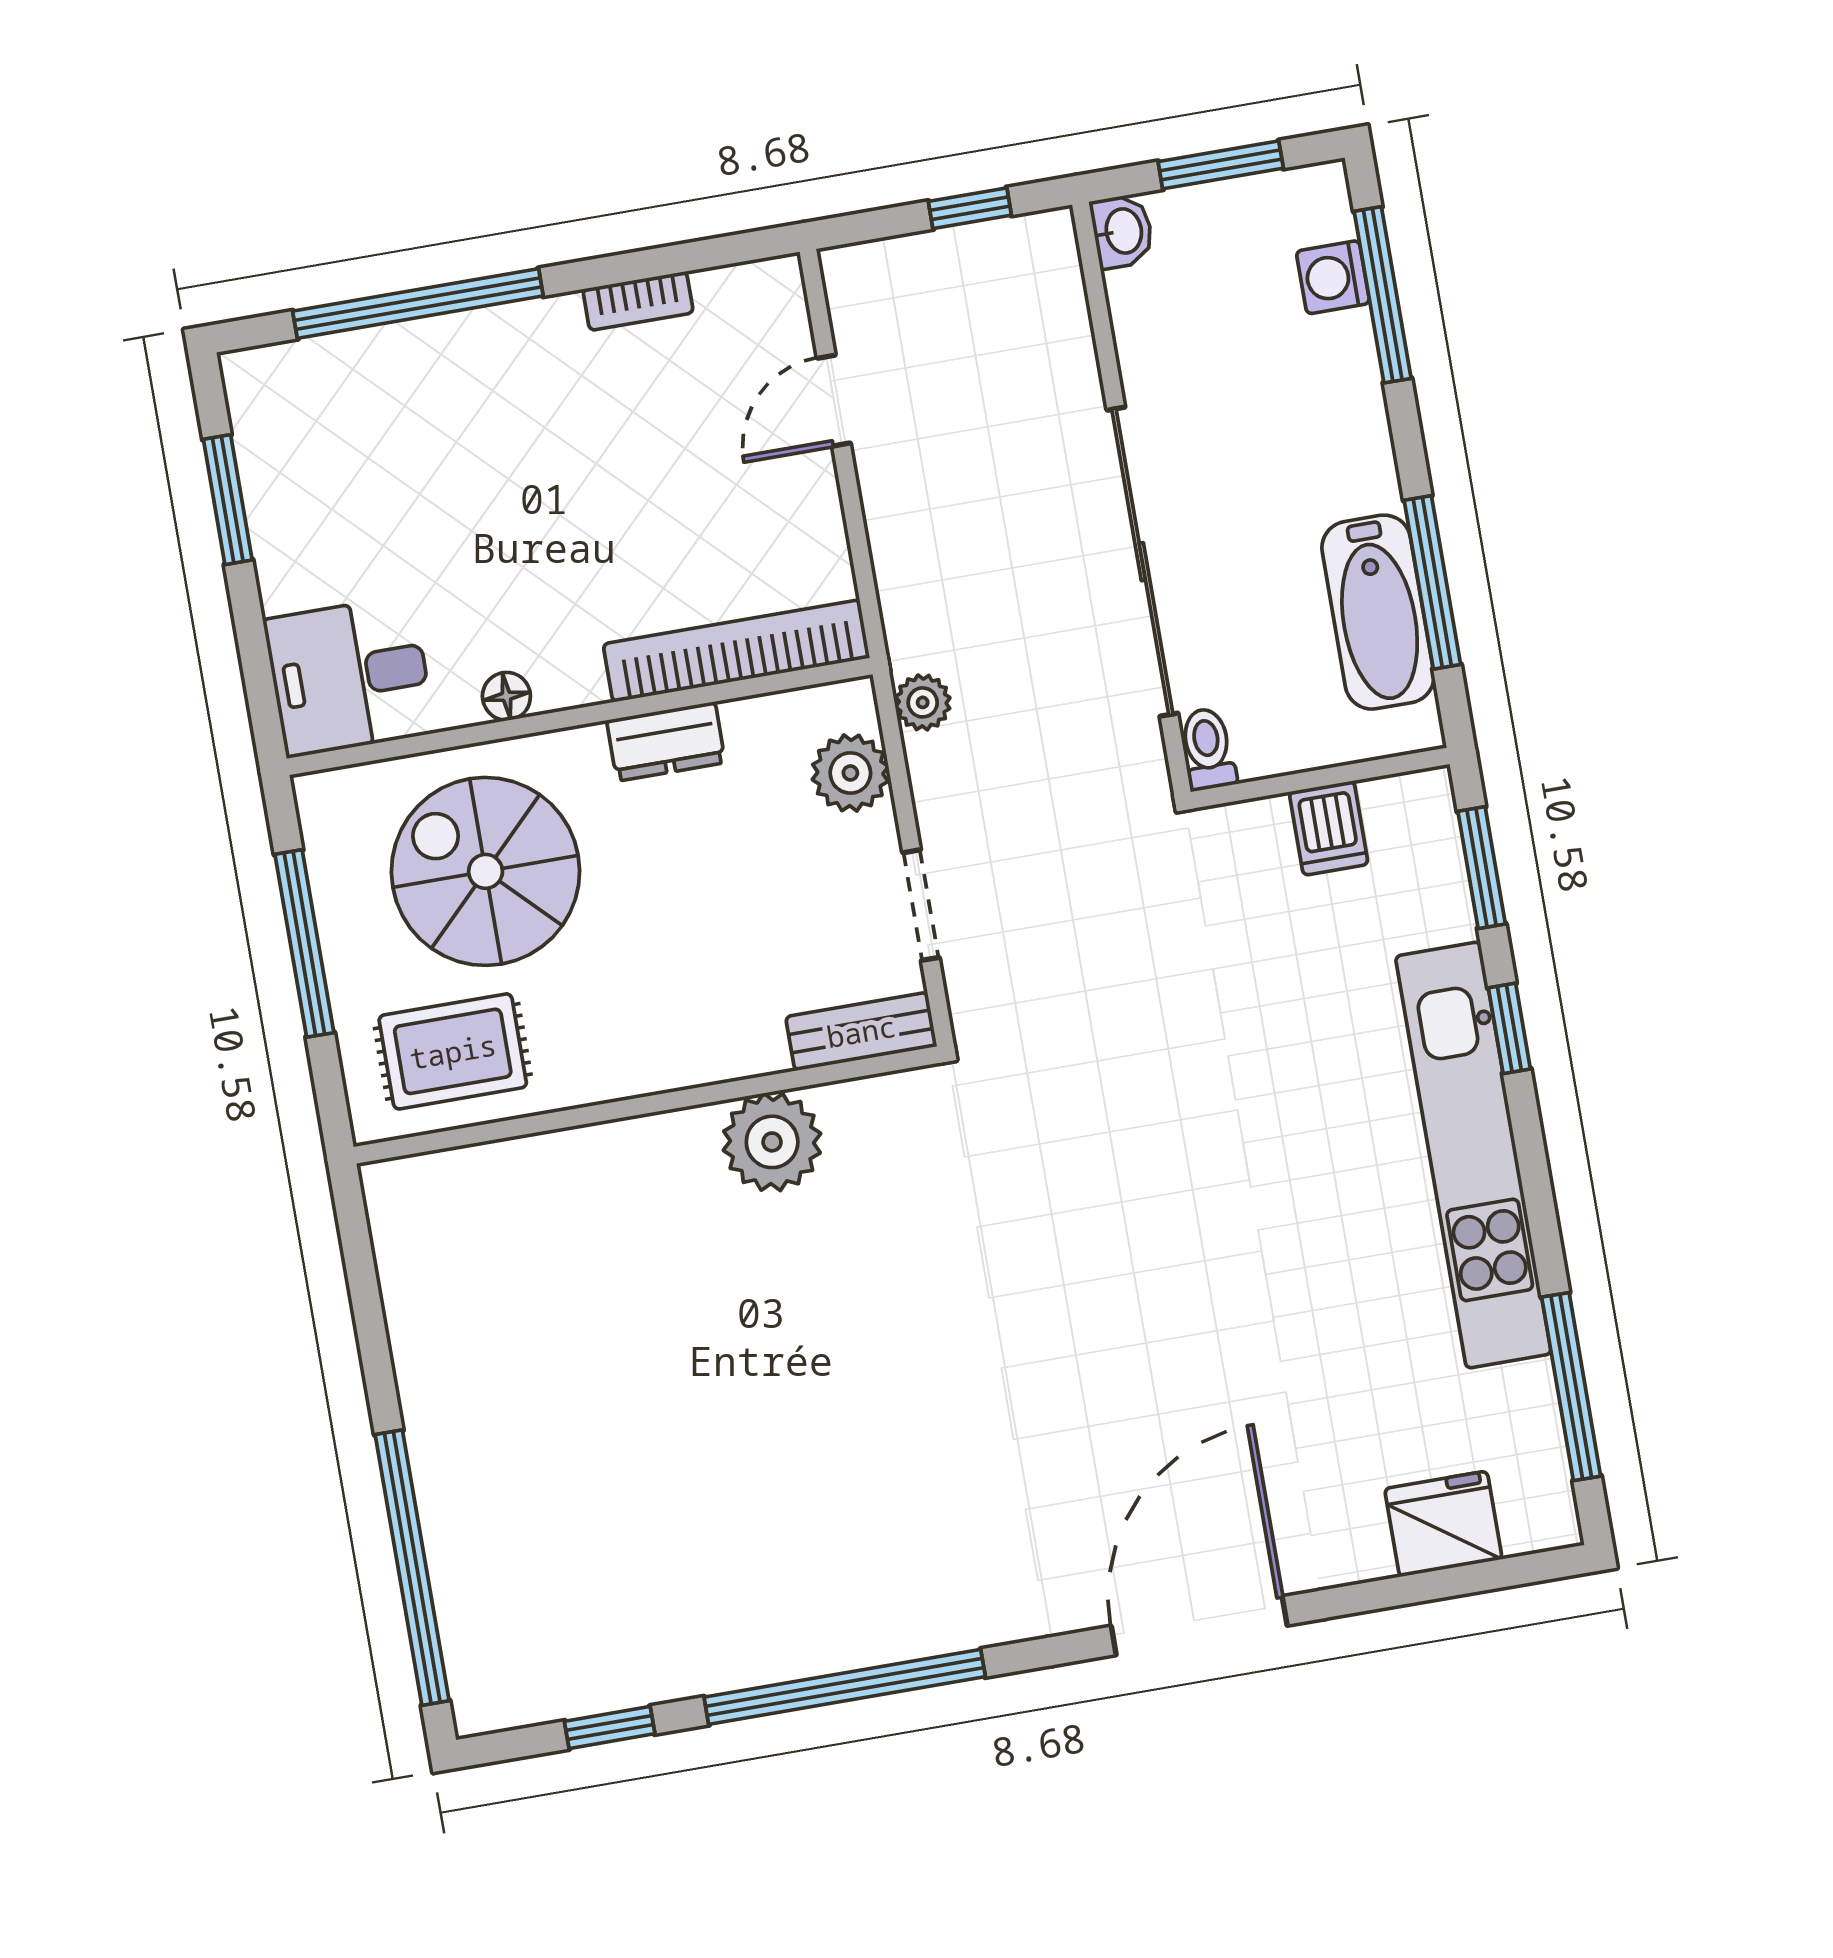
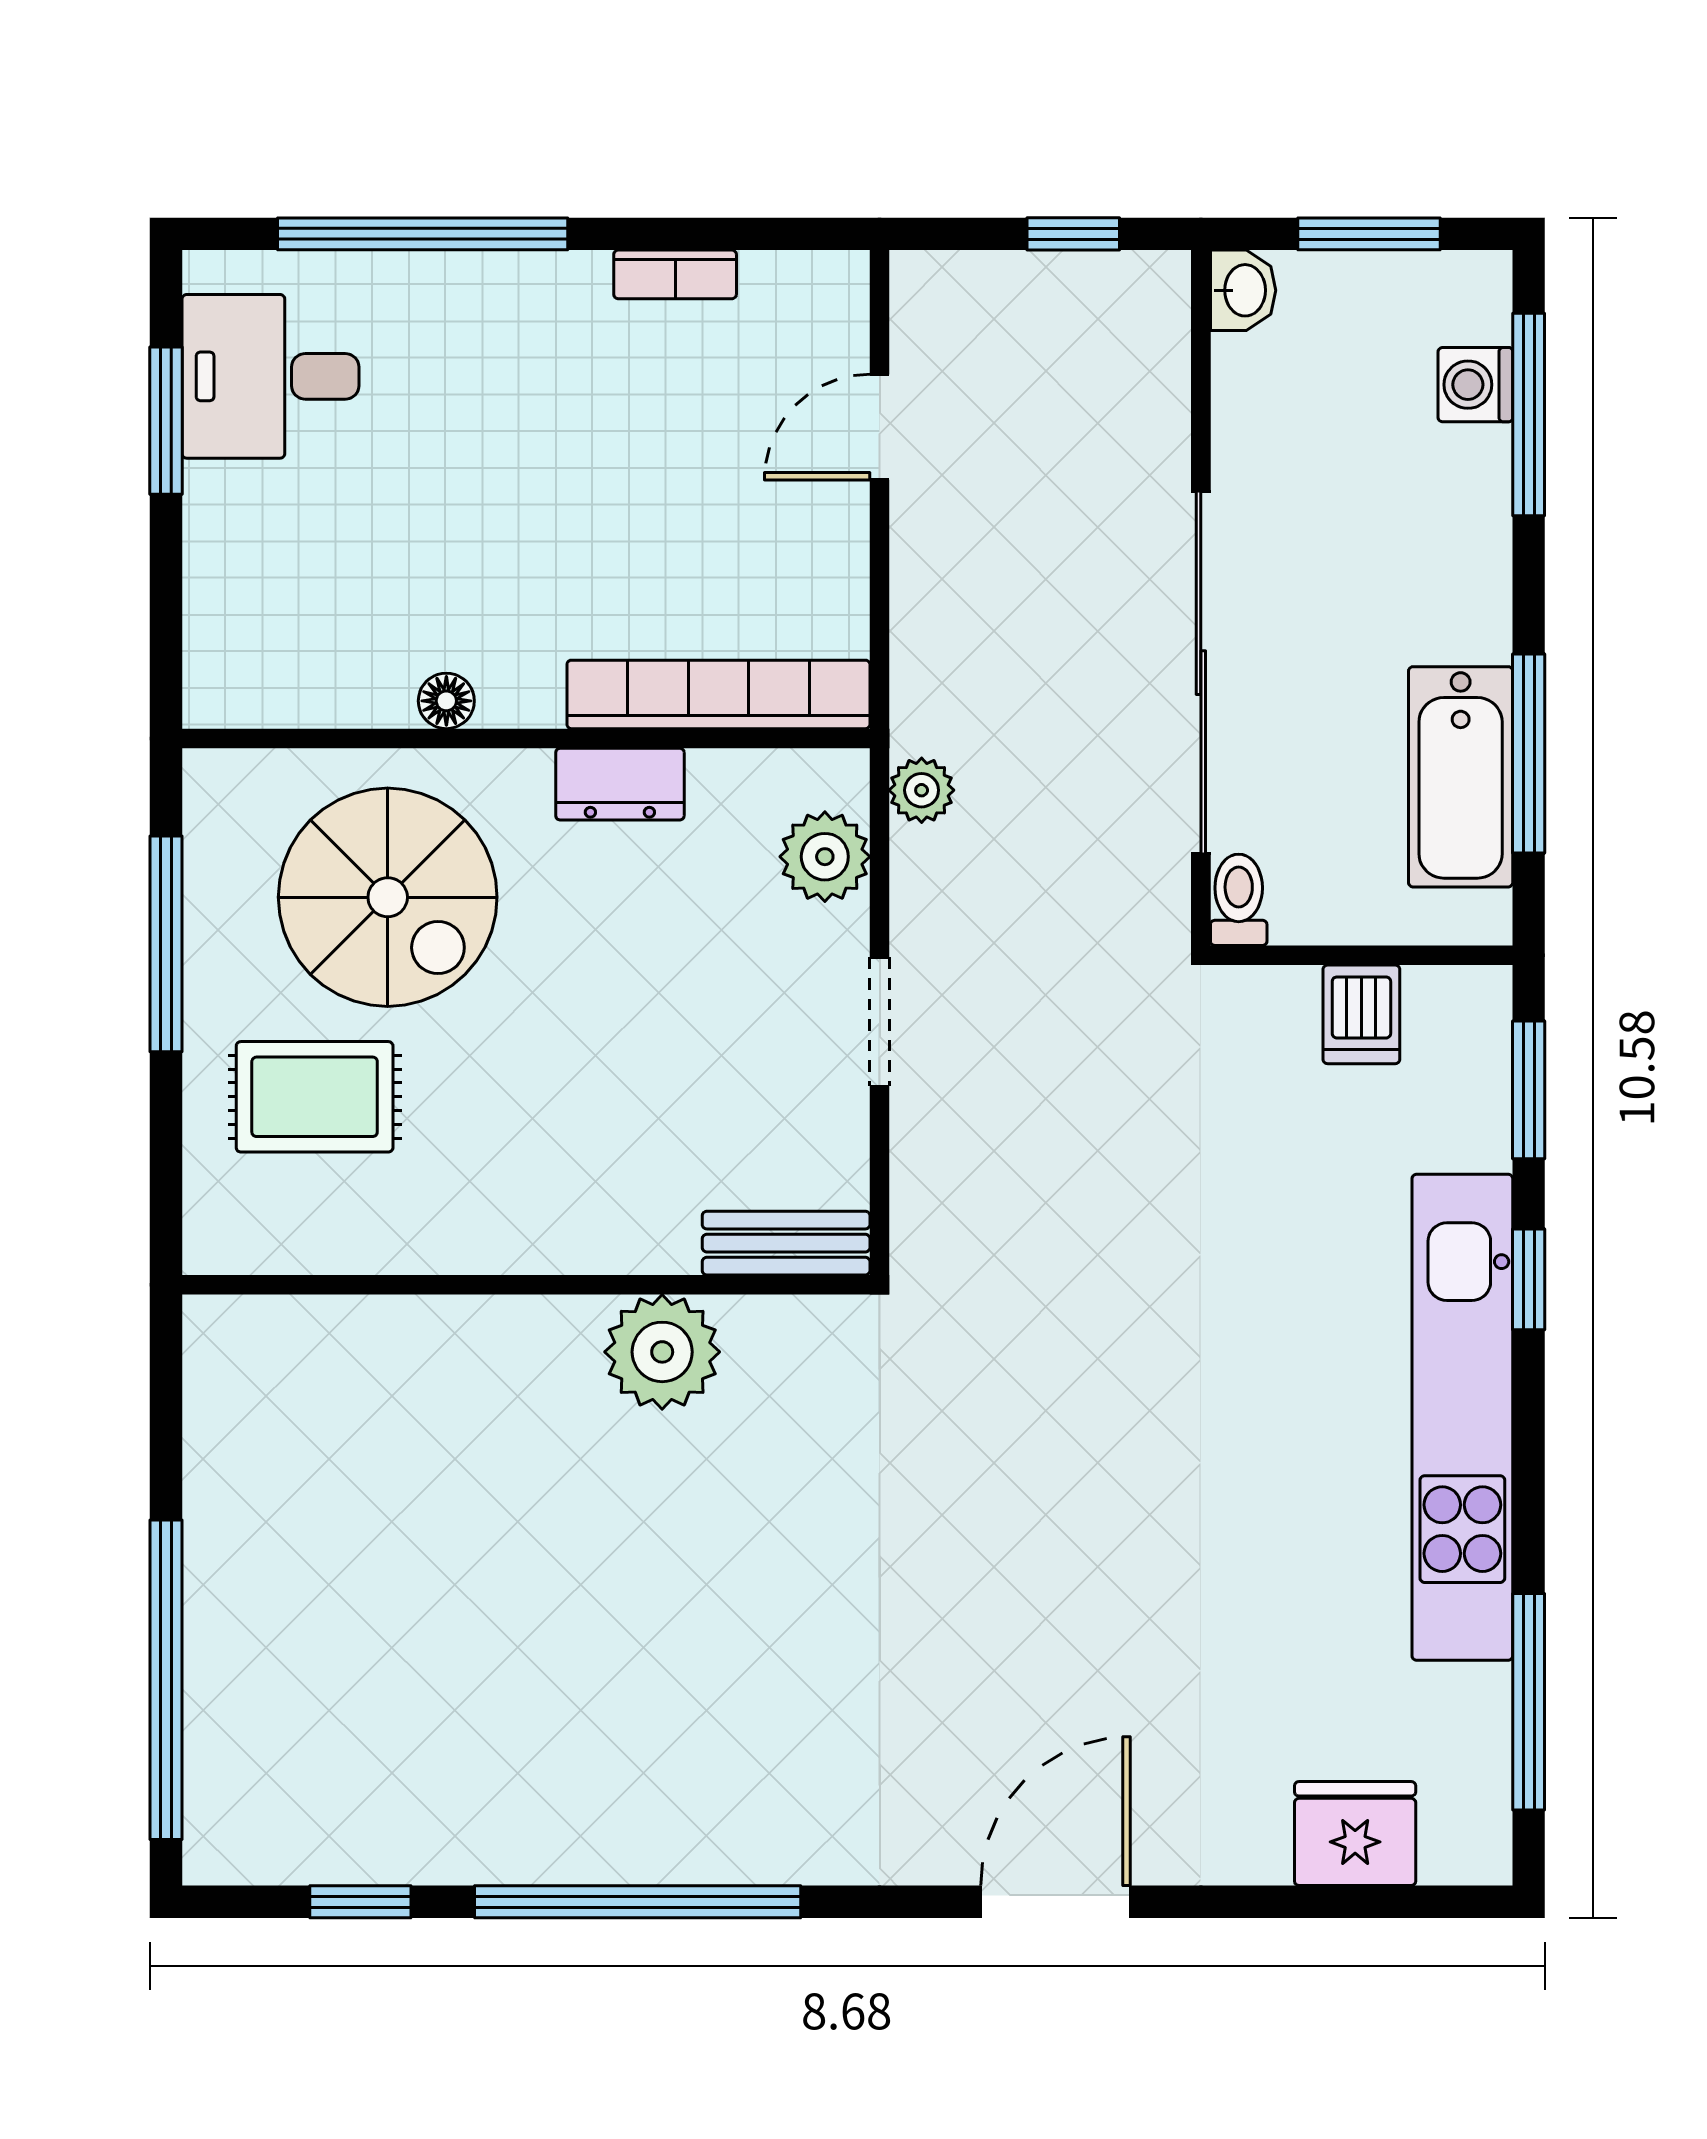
desk: (349, 676) -> (270, 376), moved
spiral stairs: (486, 871) -> (388, 897), turned 180
bench: (861, 1031) -> (786, 1243), moved
wall: (647, 1105) -> (526, 1285), moved
plant: (772, 1142) -> (662, 1352), moved
door: (1199, 1626) -> (1055, 1902), width x0.73

